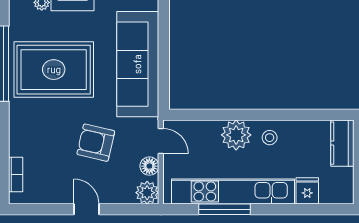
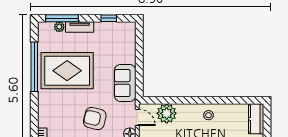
sofa: (138, 64) -> (125, 83), width x0.54, depth x0.79
plant: (236, 135) -> (167, 113), moved

